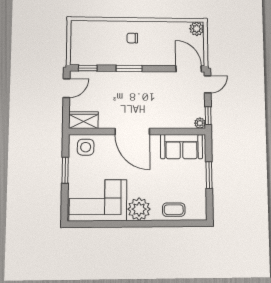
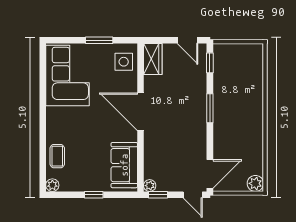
chair: (132, 38) -> (244, 112), removed
door: (132, 132) -> (141, 112), hinge flipped
window: (209, 175) -> (94, 195), width x0.67
plant: (139, 209) -> (52, 185), moved, width x0.53, depth x0.53

